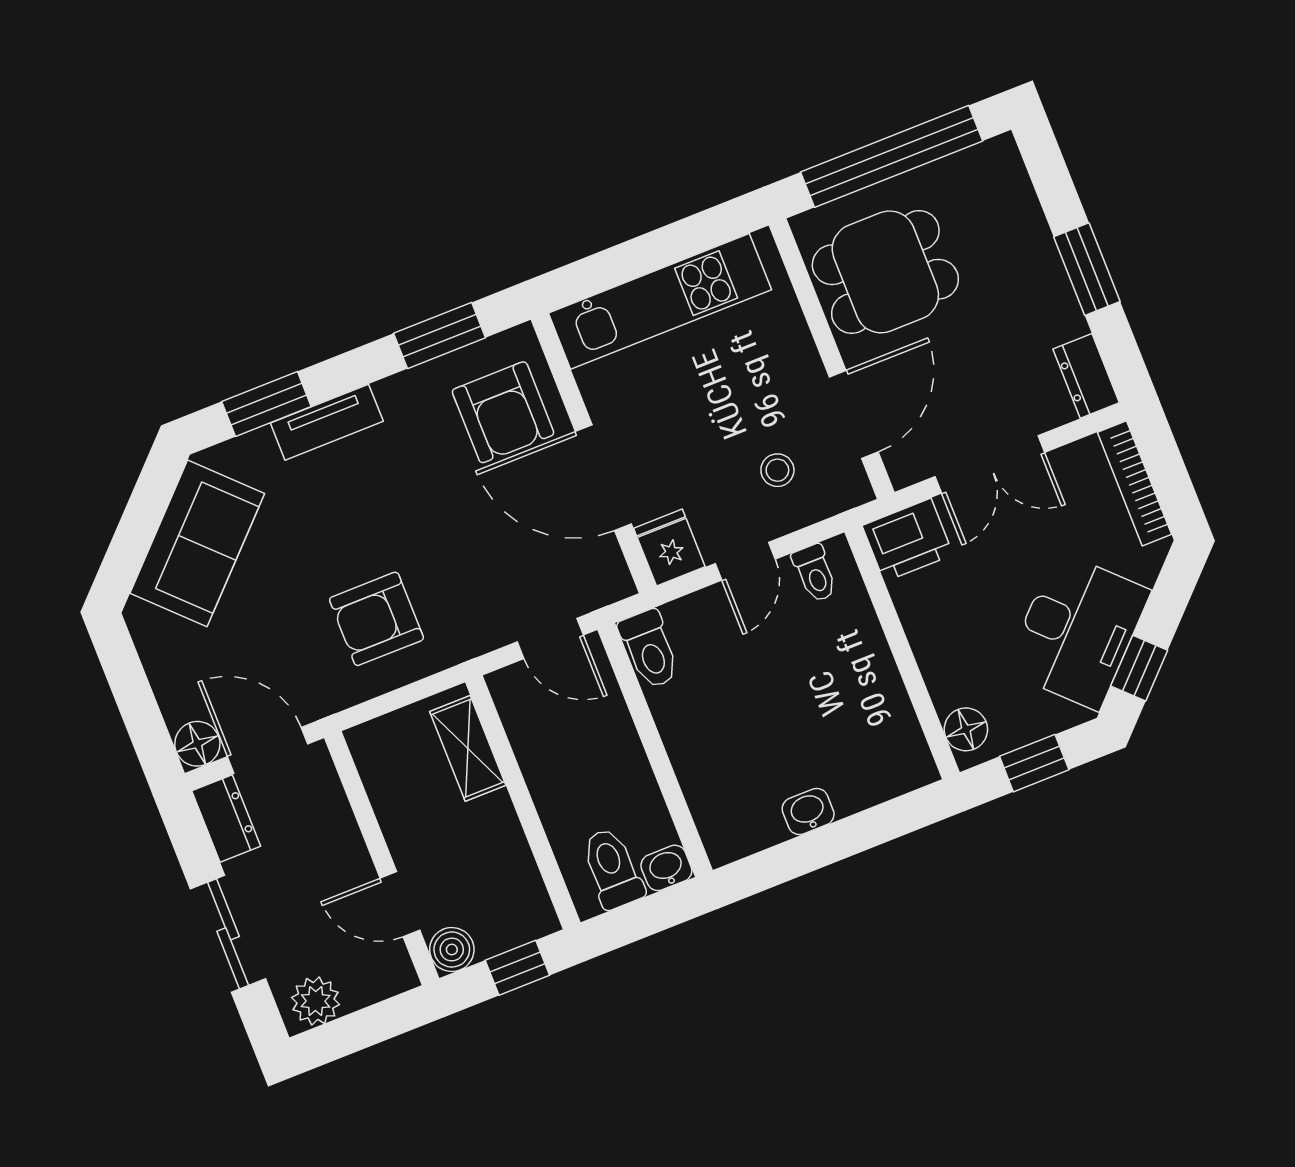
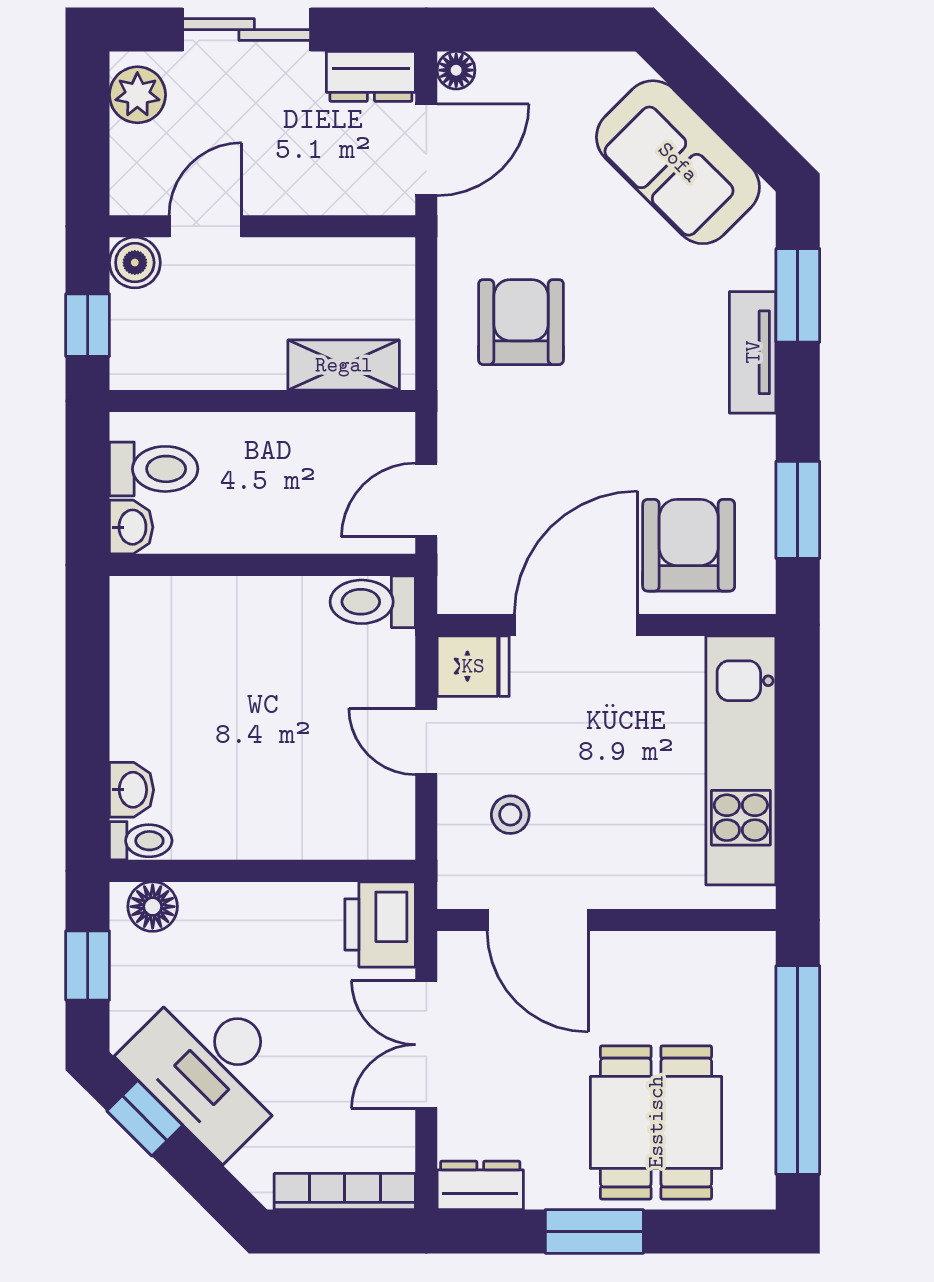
dining table: (885, 272) -> (656, 1122), moved
armchair: (503, 412) -> (689, 545), turned 90
toilet: (815, 573) -> (141, 841), moved, turned 180
floor lamp: (197, 744) -> (456, 70), width x0.73, depth x0.73
washbasin: (808, 812) -> (132, 790), moved

